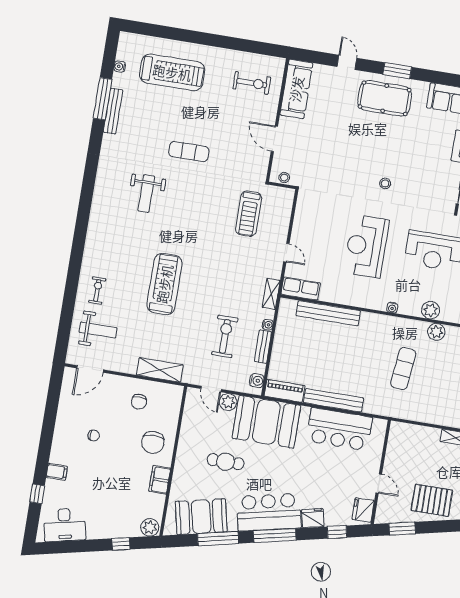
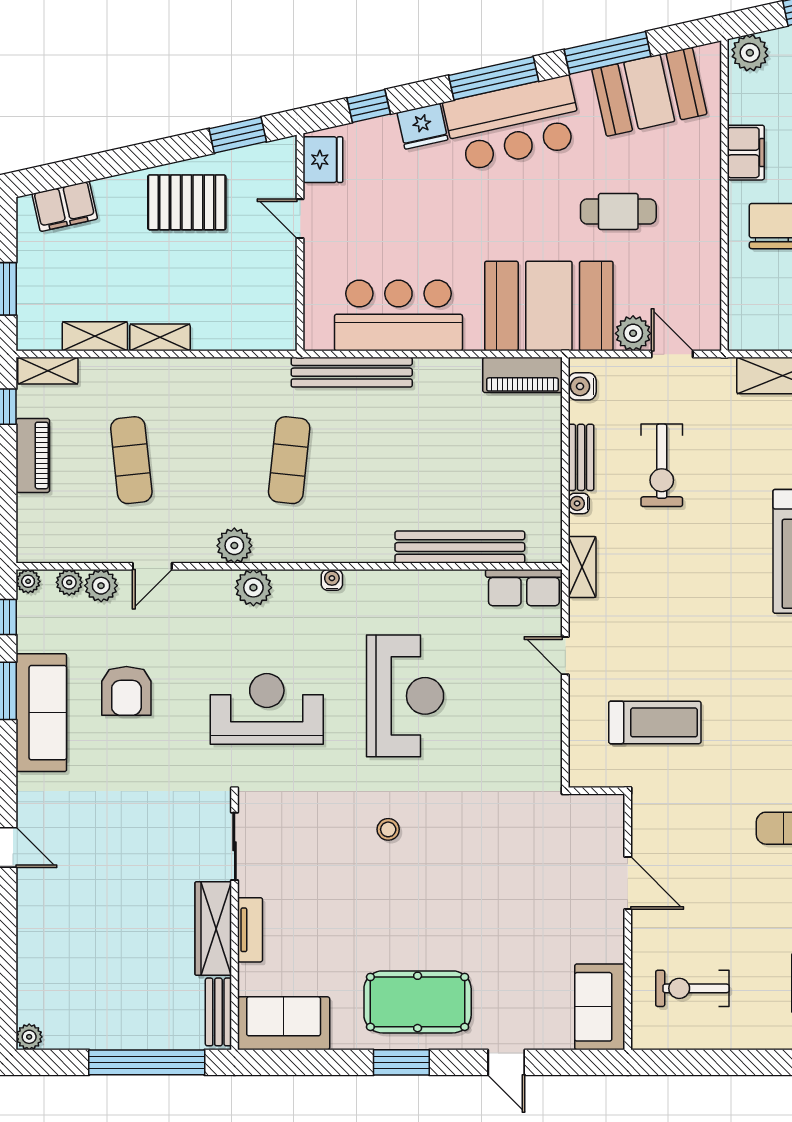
sofa: (296, 89) -> (600, 1007), width x0.73
stool: (284, 178) -> (595, 807), removed
treadmill: (249, 214) -> (655, 722), turned 90
bench: (333, 400) -> (352, 372), moved

